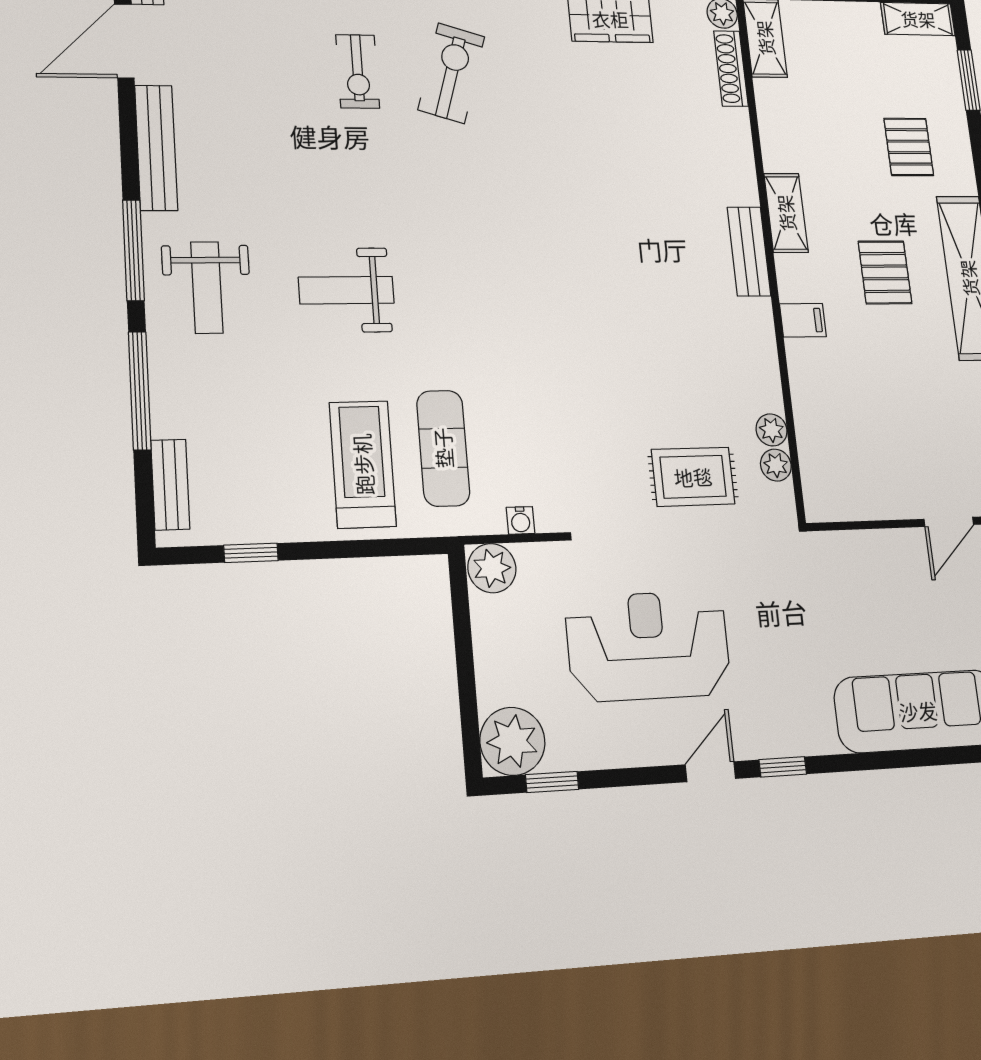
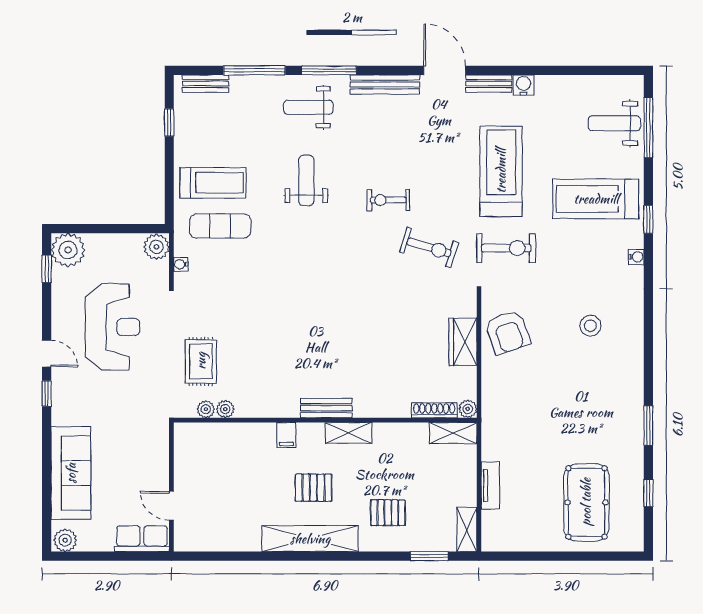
exercise bike: (358, 71) -> (388, 200), moved

